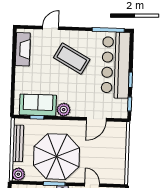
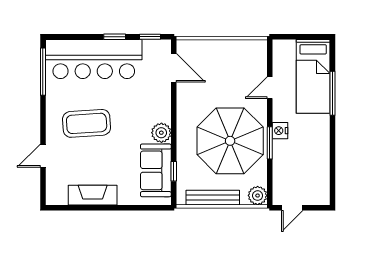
door: (51, 28) -> (43, 156), hinge flipped
fireplace: (23, 49) -> (93, 195), moved
coffee table: (72, 59) -> (87, 123), turned 57
door: (96, 119) -> (174, 68), moved

